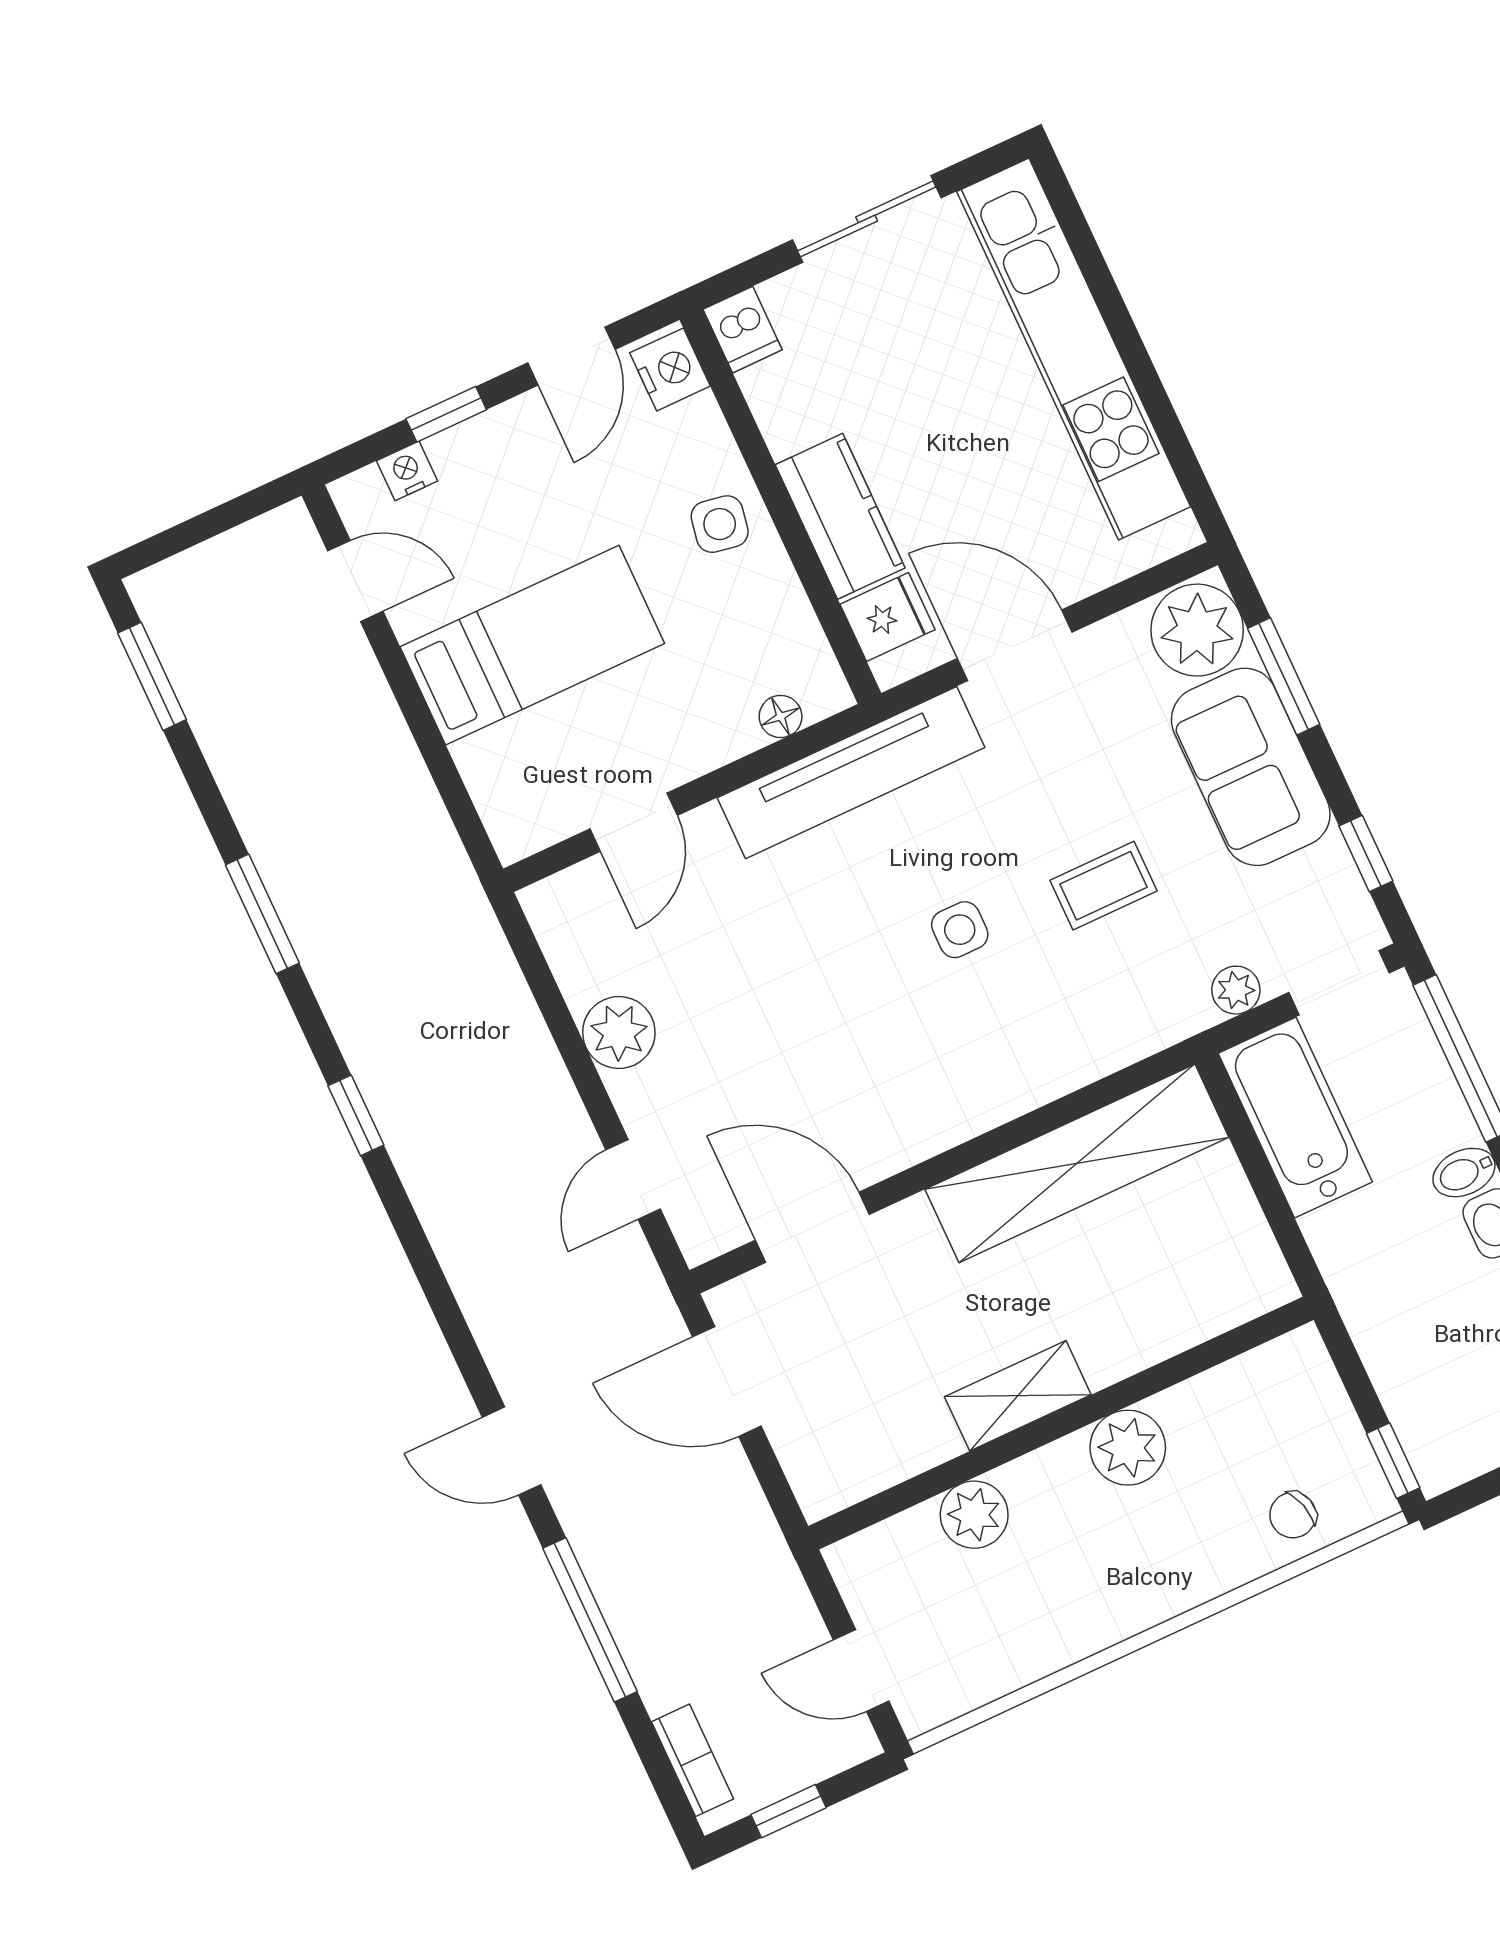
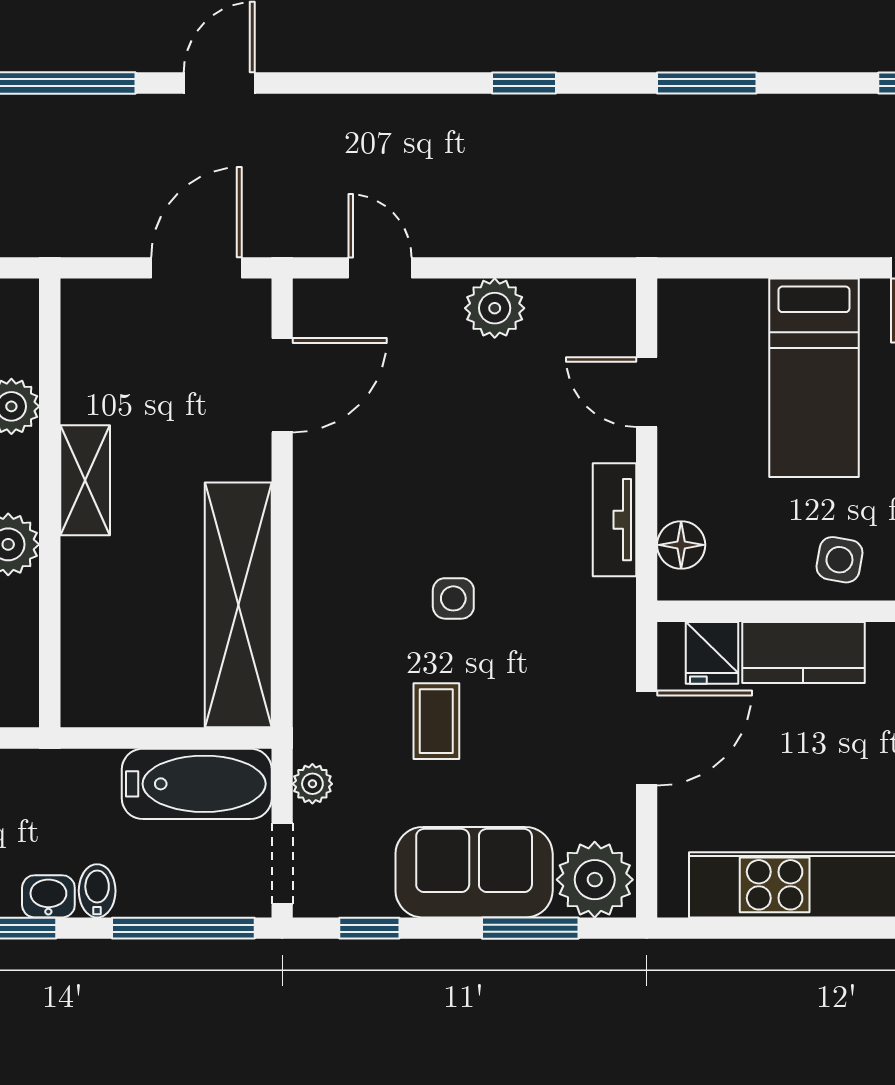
floor lamp: (781, 716) -> (681, 545), width x1.37, depth x1.37
tv unit: (851, 773) -> (614, 520), width x0.52, depth x0.78

